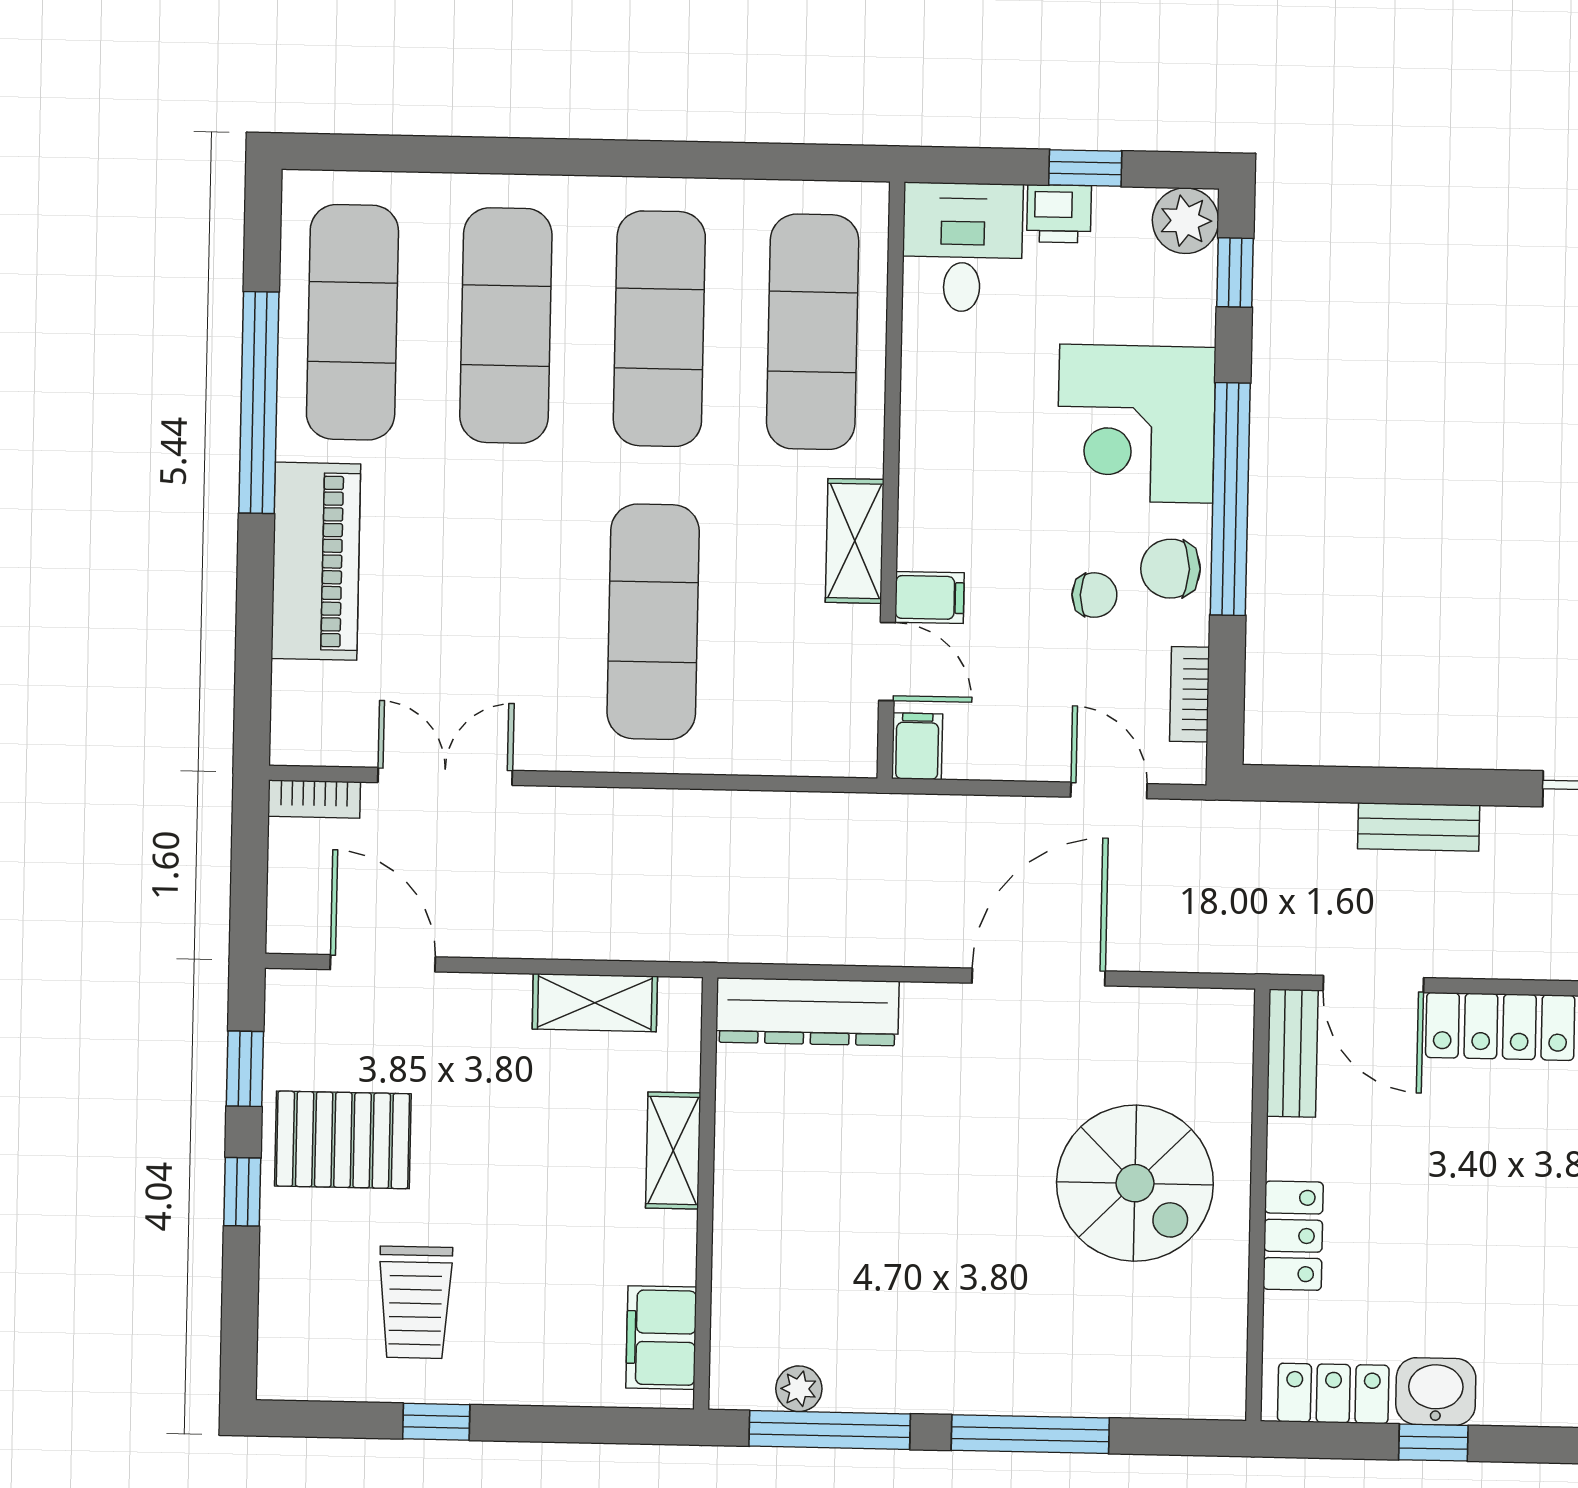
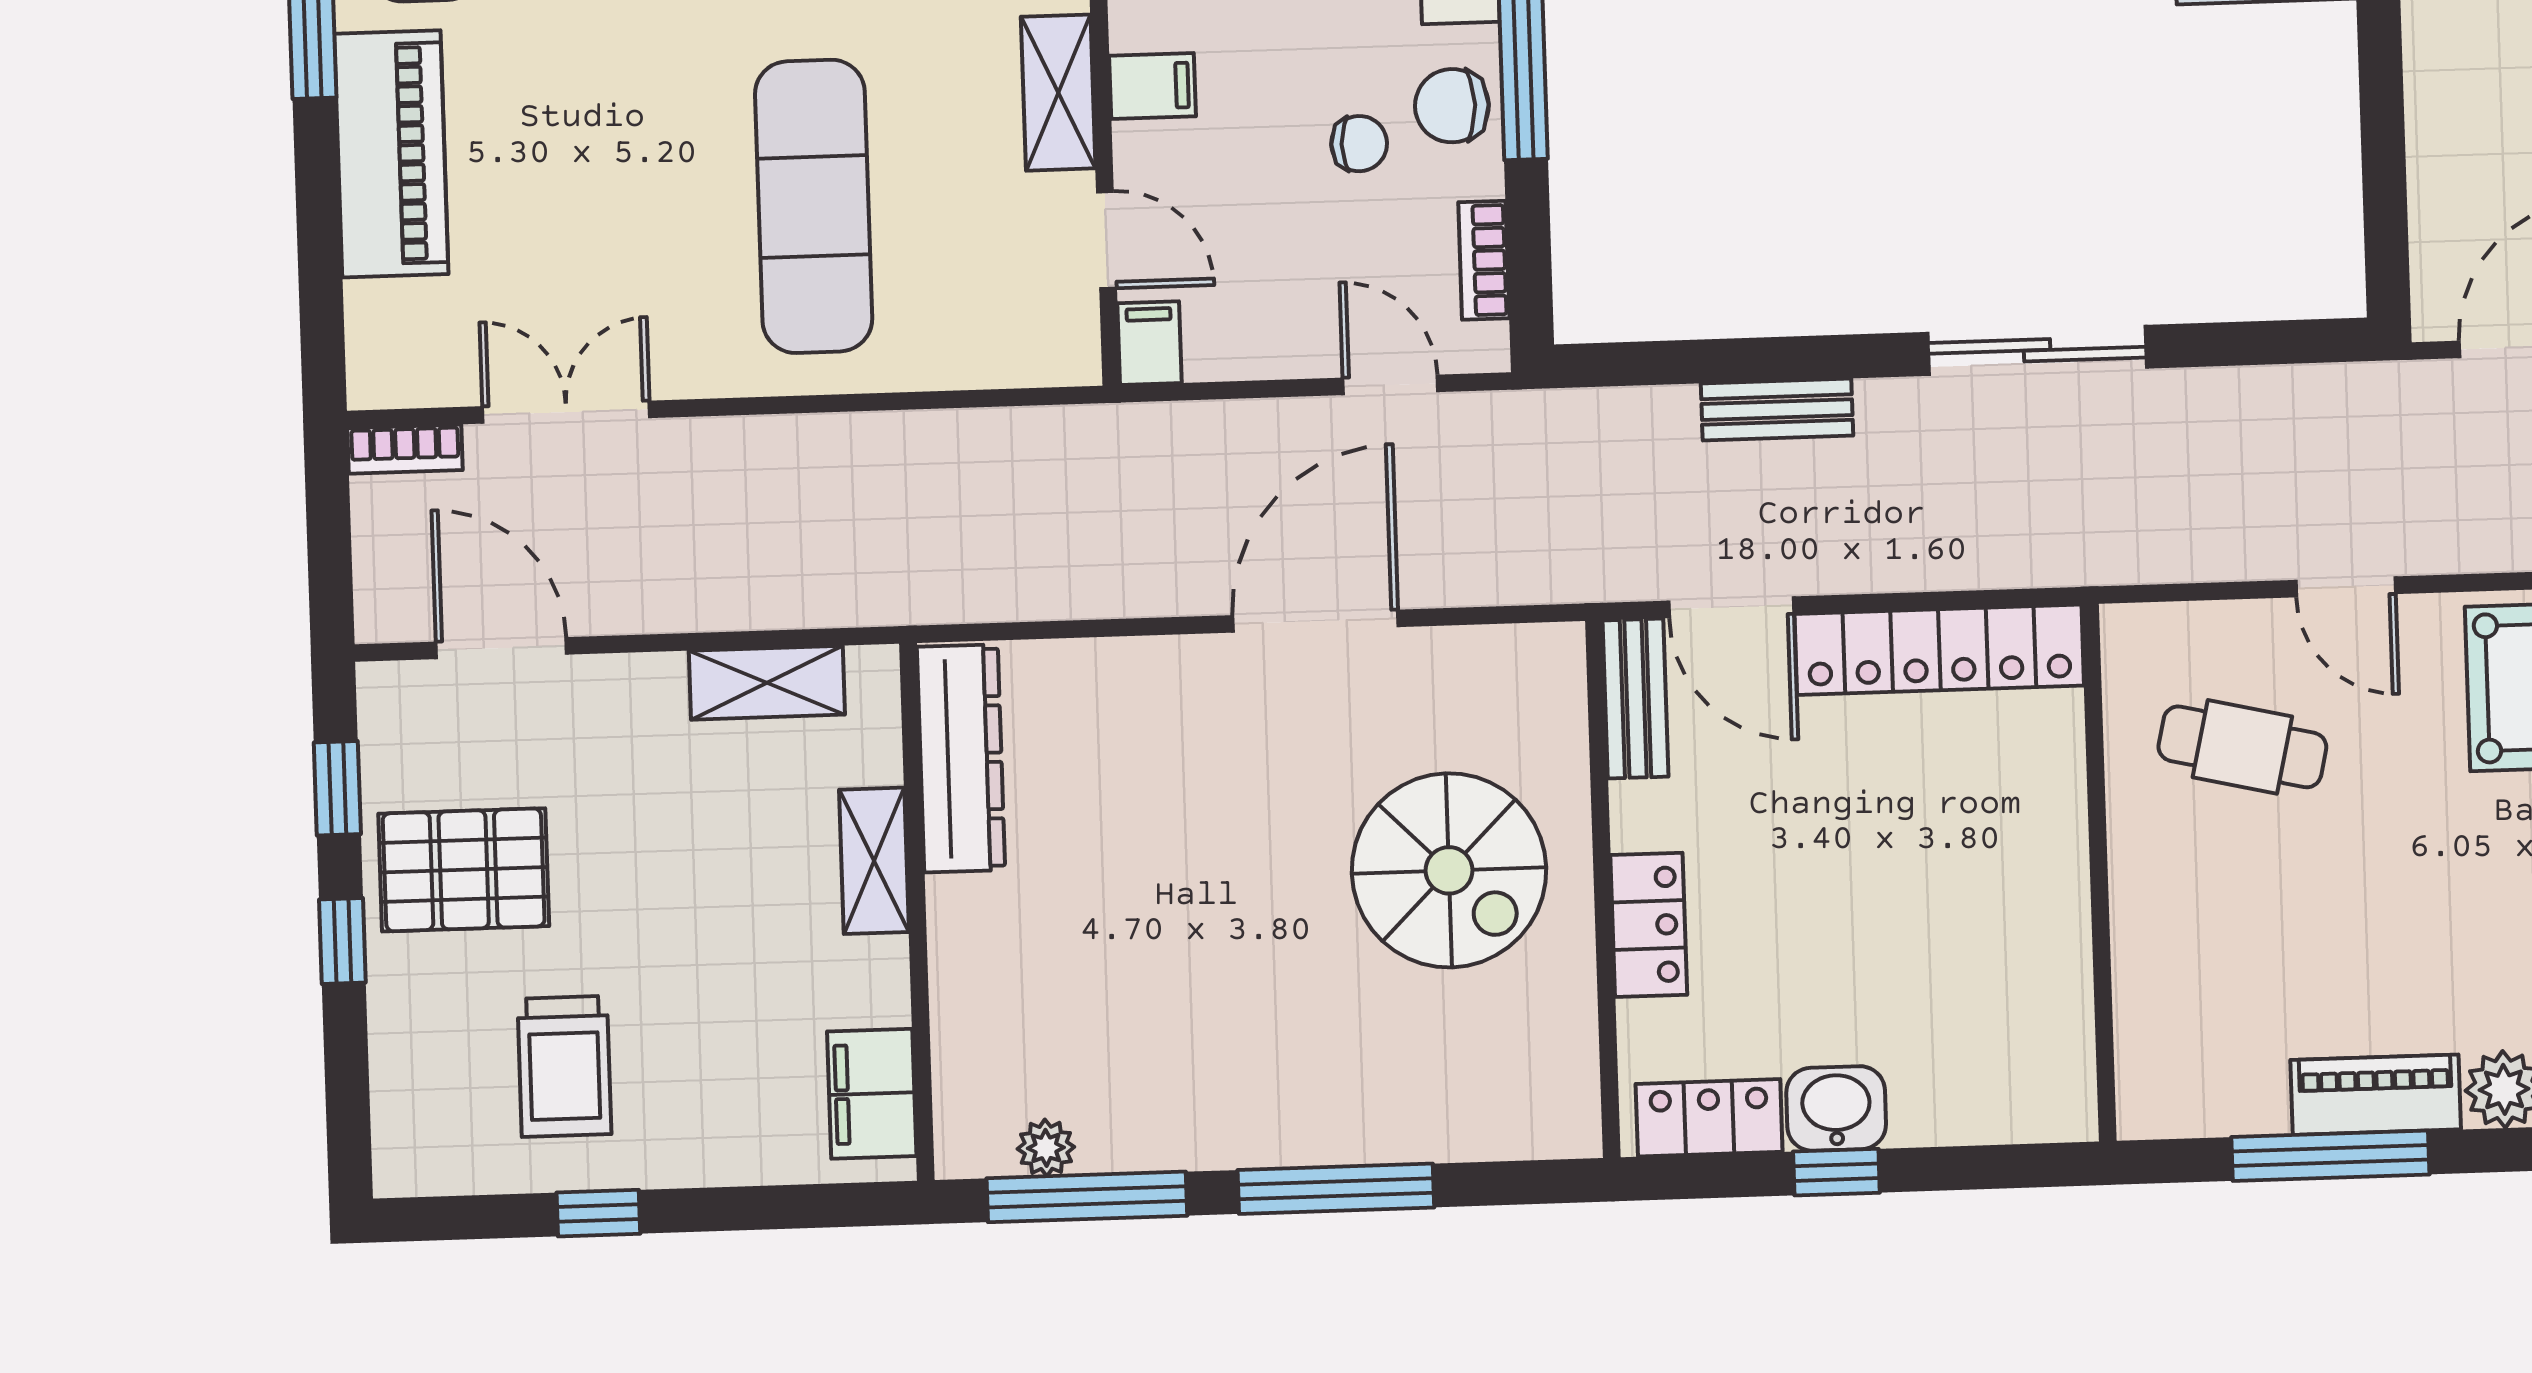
filing cabinet: (930, 598) -> (1152, 86), moved
dresser: (807, 1012) -> (961, 758), moved, turned -90

